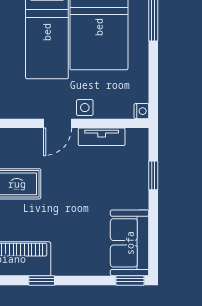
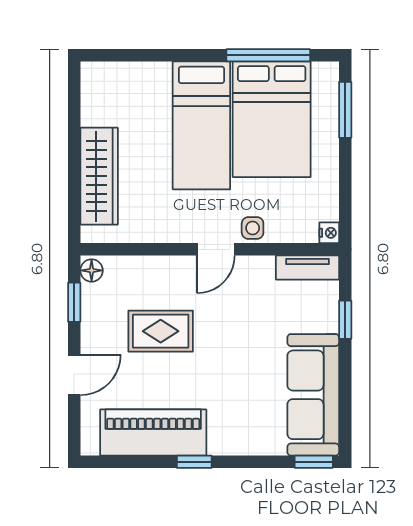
tv unit: (102, 137) -> (308, 268), moved
sofa: (130, 243) -> (313, 395), width x1.36

